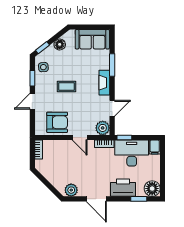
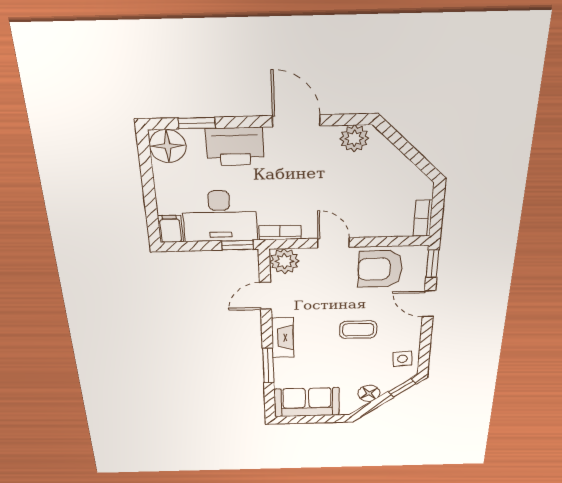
window: (32, 78) -> (432, 264), moved
door: (32, 101) -> (429, 304), swing flipped

